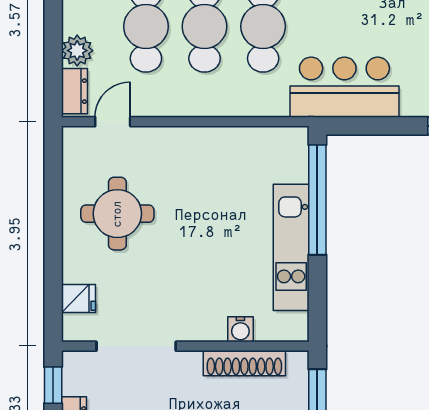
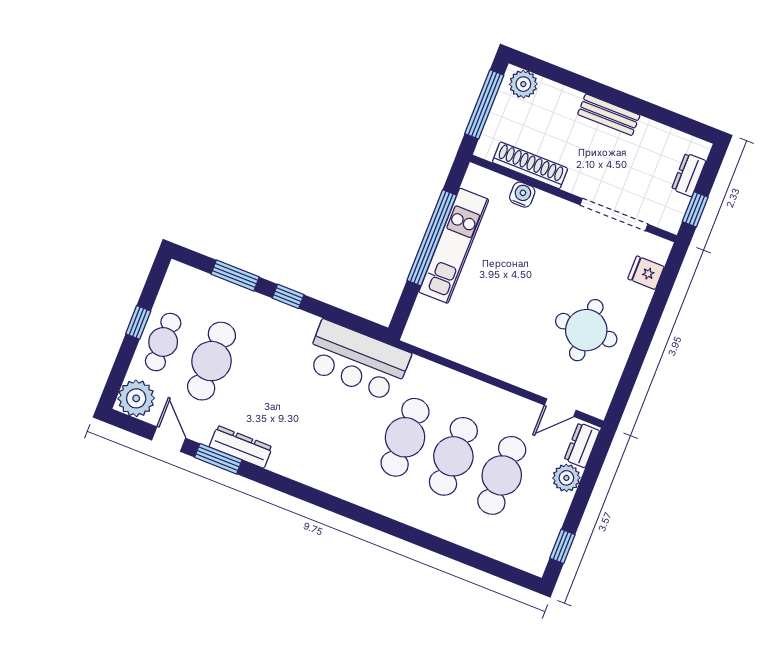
window: (317, 200) -> (432, 238), moved

